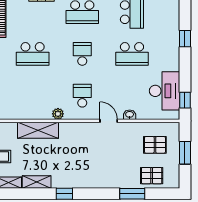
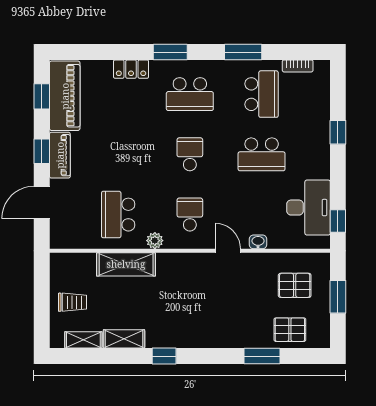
school desk: (33, 54) -> (118, 215), moved, turned 90

